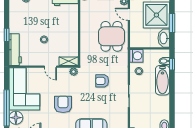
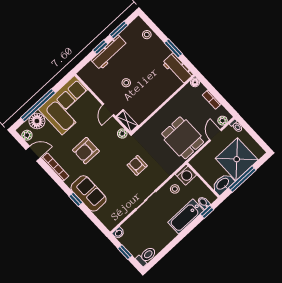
window: (7, 13) -> (119, 30), added
window: (172, 23) -> (242, 179), width x1.44
dining table: (111, 36) -> (183, 138), turned 90
workbench: (15, 50) -> (109, 52), moved
armchair: (63, 104) -> (86, 151), turned 180

